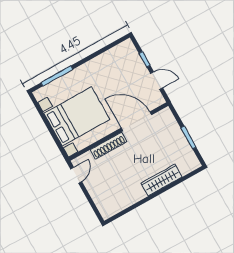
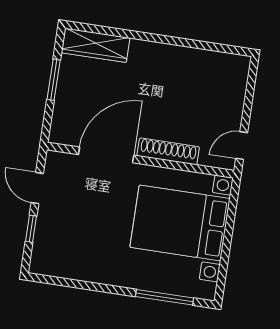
door: (136, 121) -> (106, 155), swing flipped
wardrobe: (162, 180) -> (96, 45), moved

